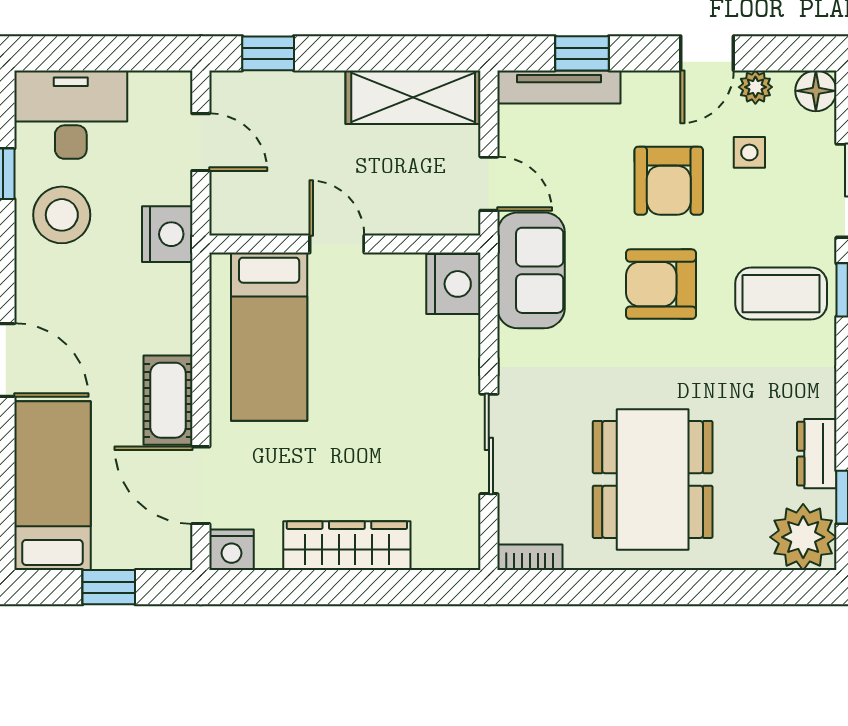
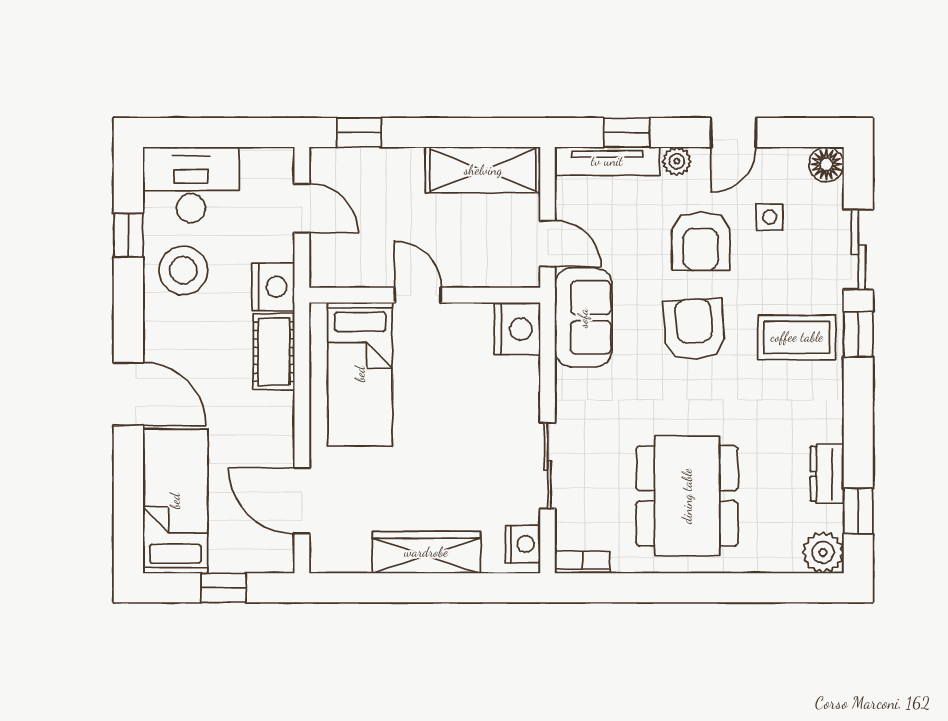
plant: (755, 87) -> (677, 161), moved
armchair: (661, 284) -> (694, 329), turned 86
cot: (168, 400) -> (274, 352), moved
plant: (803, 537) -> (823, 553), width x0.73, depth x0.73
nightstand: (232, 550) -> (523, 544), moved, turned -90

